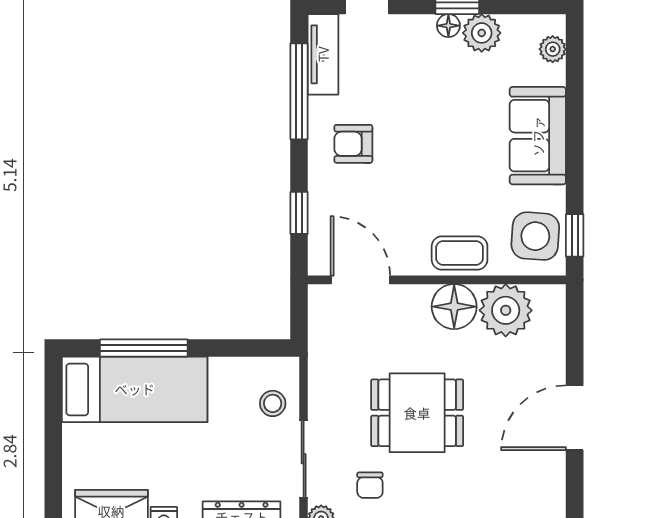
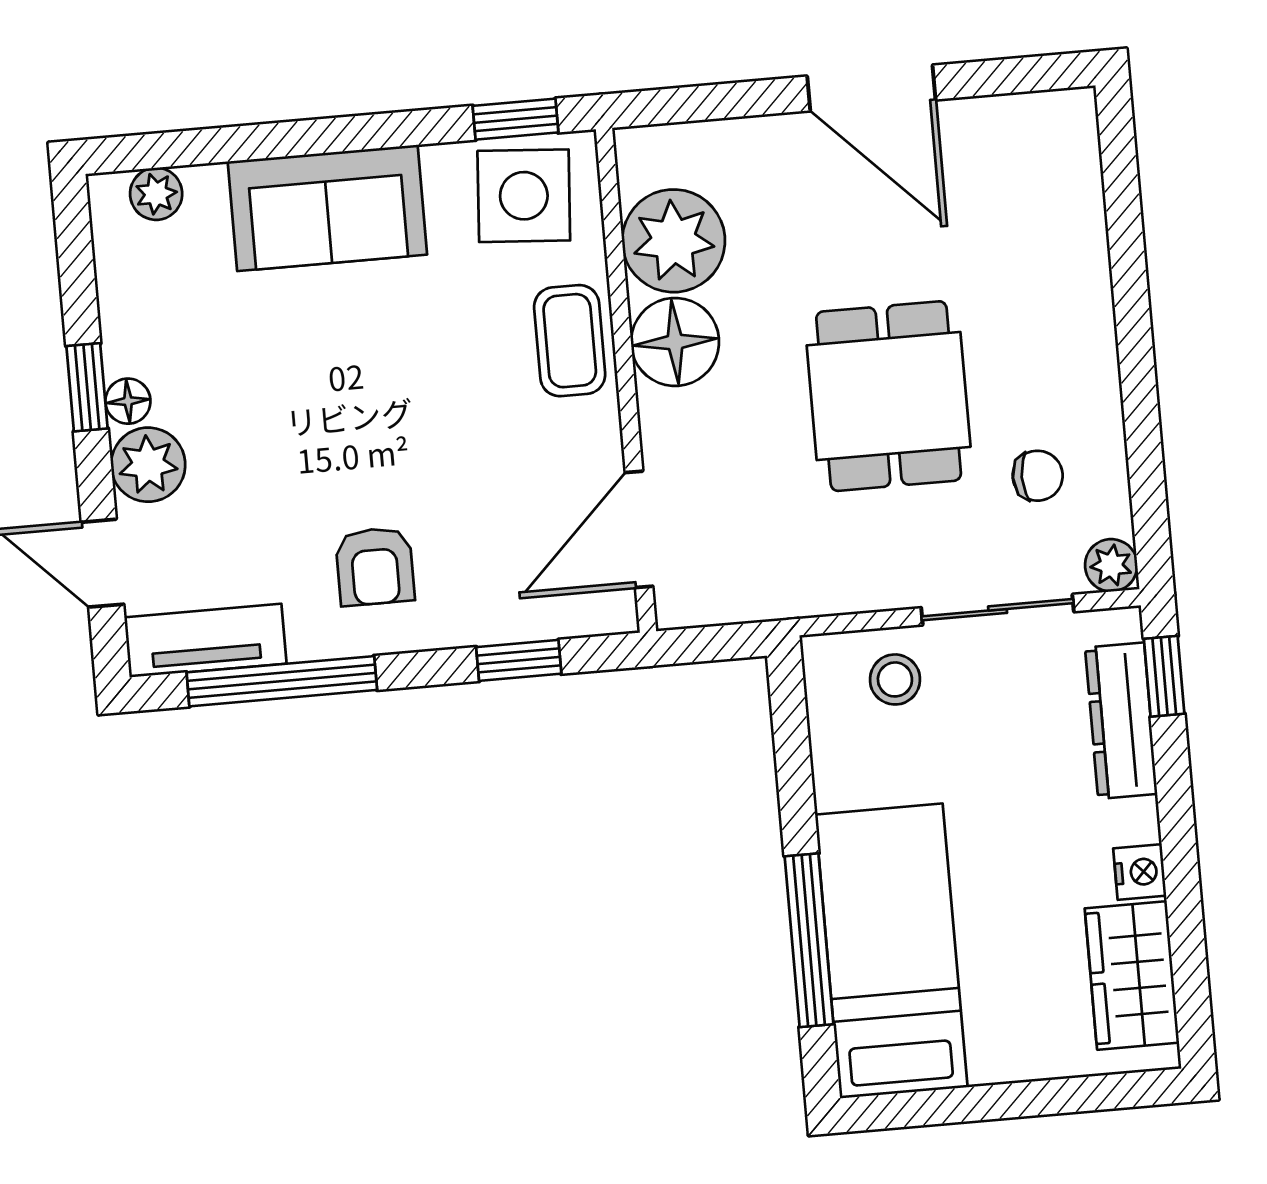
plant: (482, 33) -> (148, 465), moved

